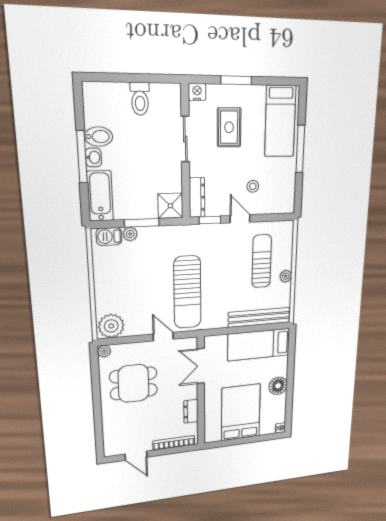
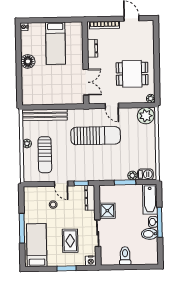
shower: (170, 206) -> (107, 211), moved
sun lounger: (187, 292) -> (96, 136), turned 90
bed: (259, 345) -> (44, 95), removed
bed: (241, 412) -> (56, 43), width x0.67

